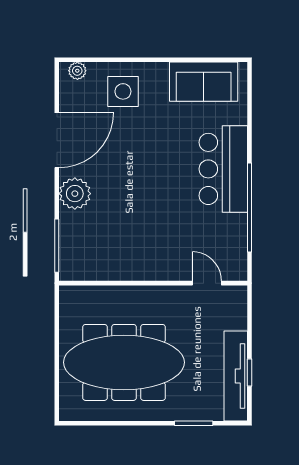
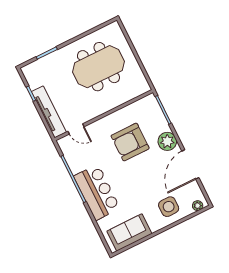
armchair: (133, 221) -> (130, 142), added
meeting table: (124, 362) -> (98, 67), width x0.73
tv unit: (236, 376) -> (49, 112), moved

